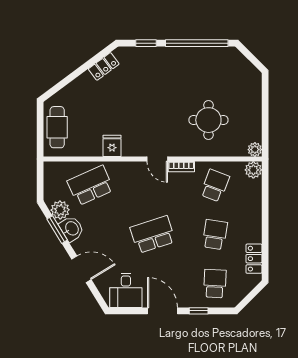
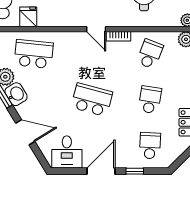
fridge: (112, 146) -> (28, 17), moved
school desk: (90, 185) -> (34, 54), turned 30
school desk: (153, 235) -> (92, 100), turned 33
door: (162, 311) -> (101, 171), hinge flipped

